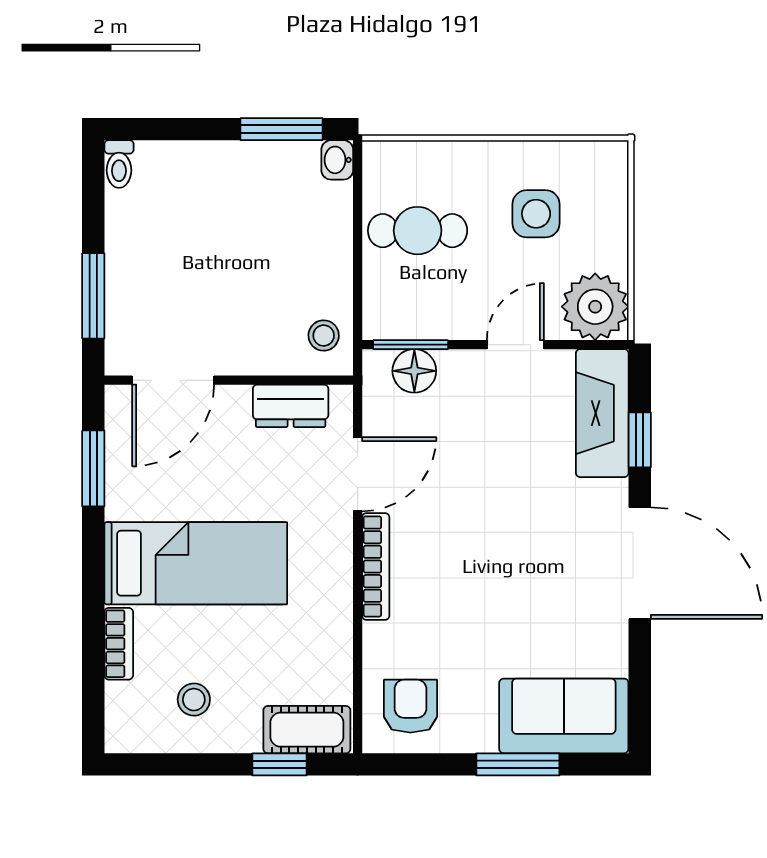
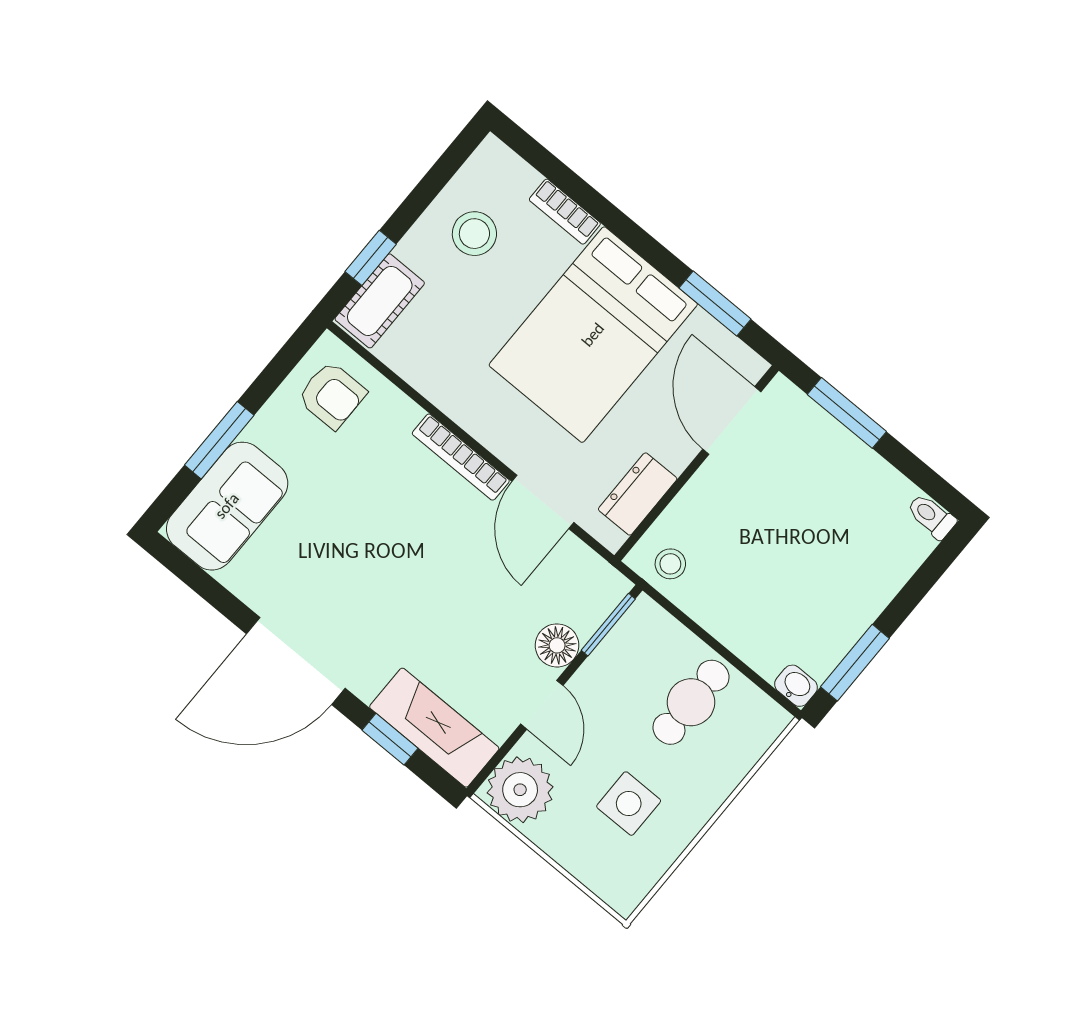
floor lamp: (414, 371) -> (557, 645), moved
bed: (196, 563) -> (593, 335), width x1.50
stool: (194, 700) -> (474, 234), width x1.37, depth x1.37

